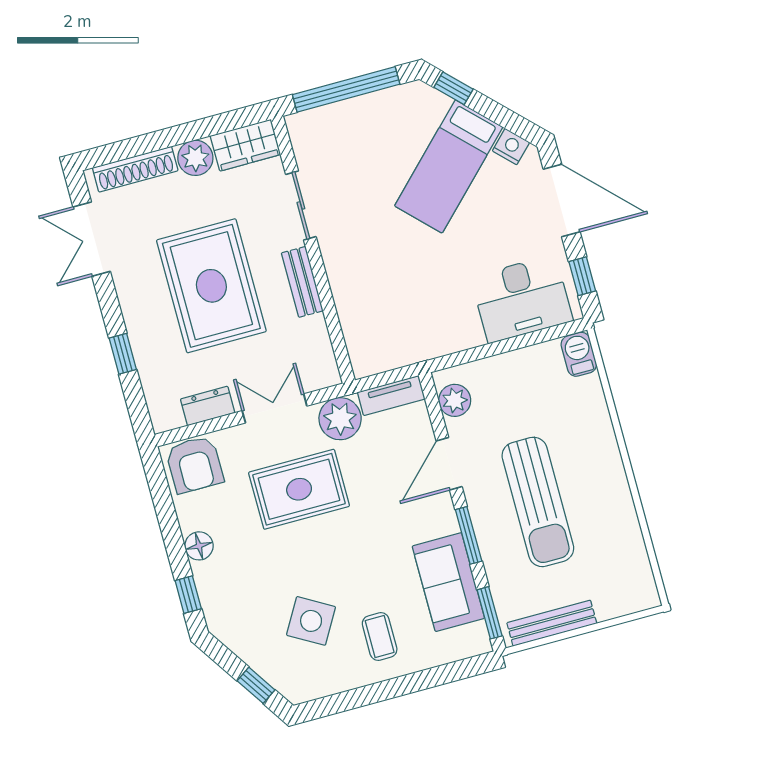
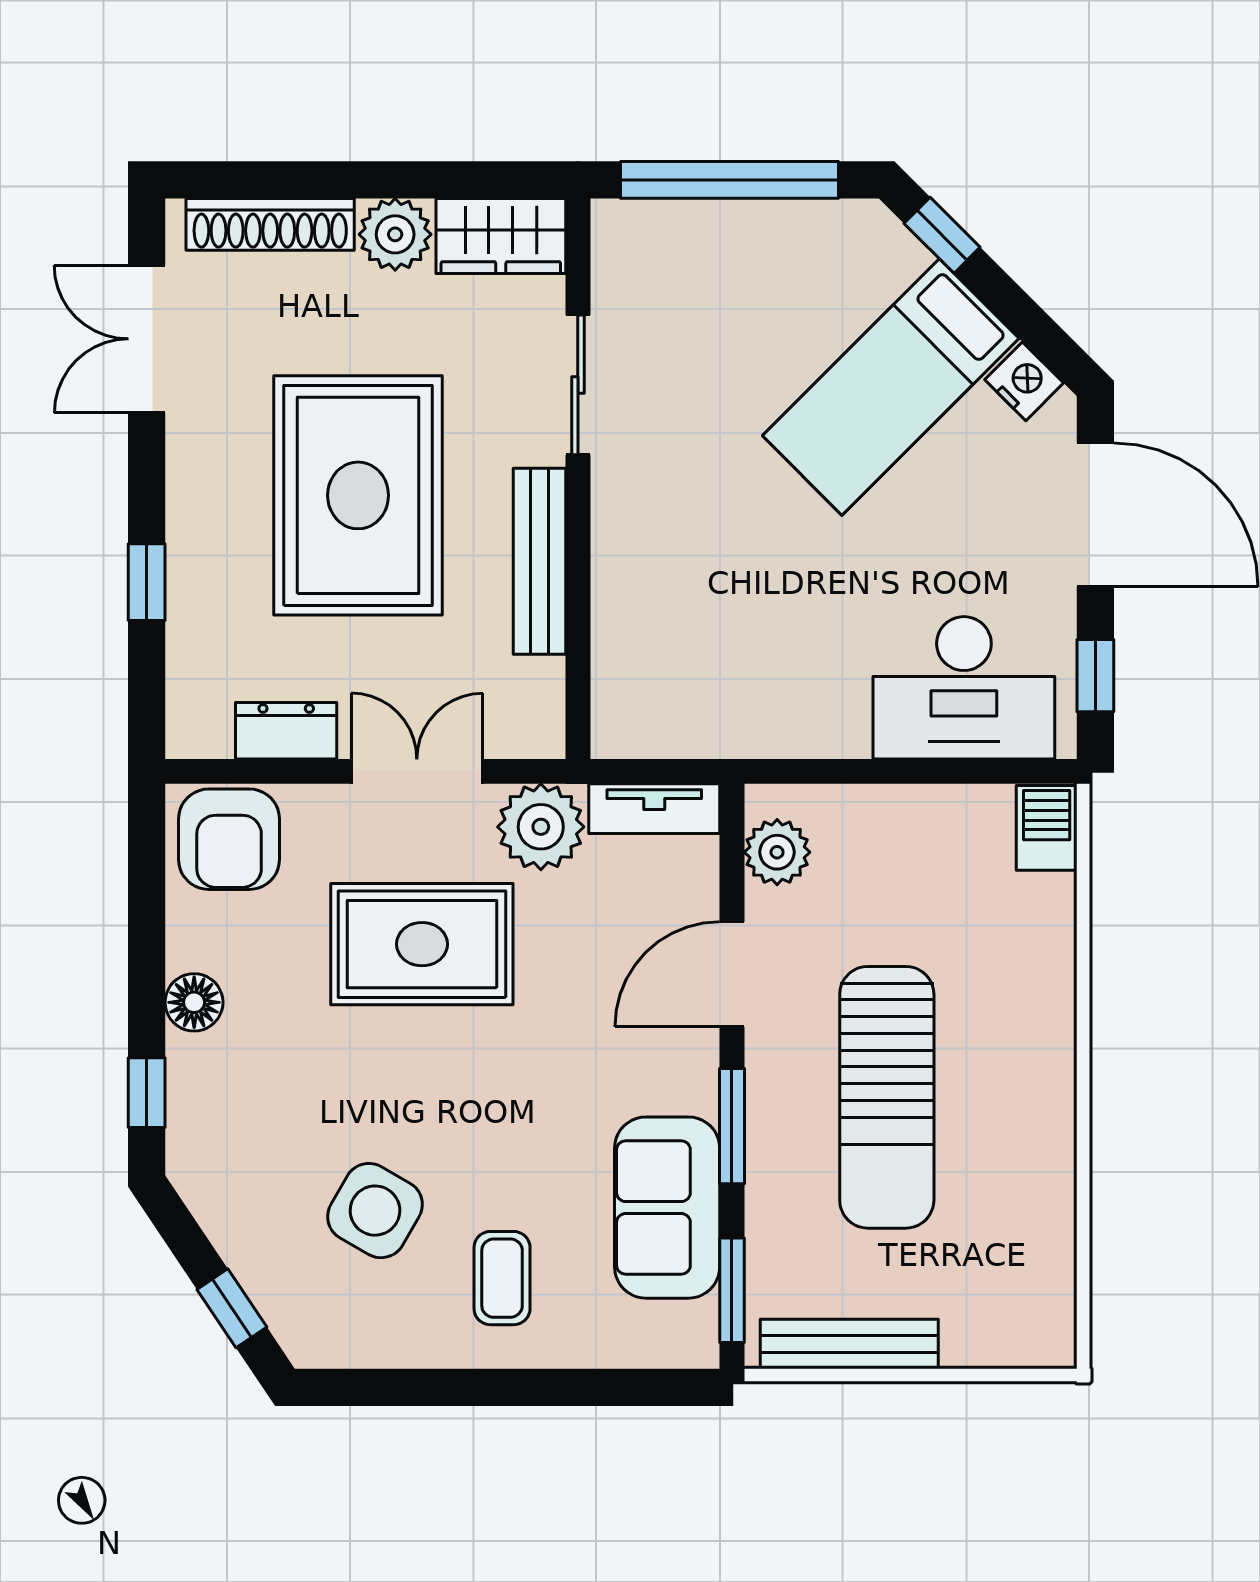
bench: (302, 282) -> (540, 561), width x1.36

